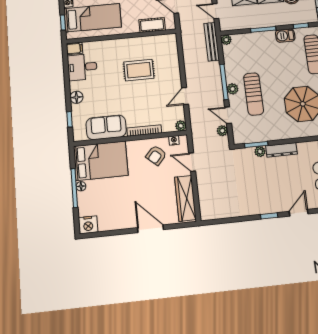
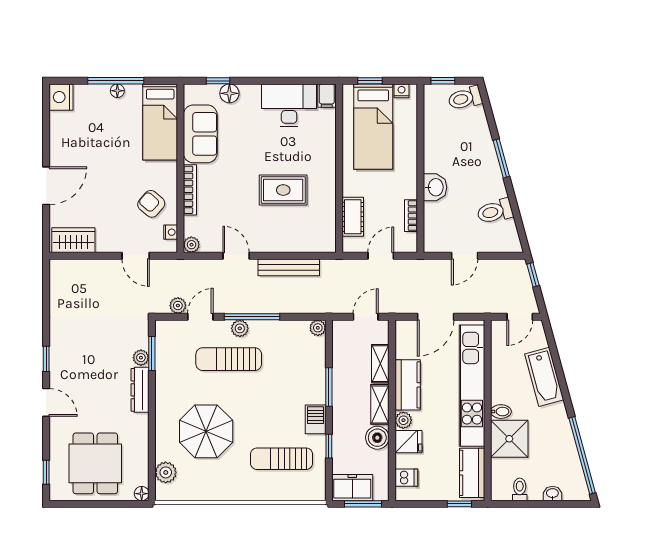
bench: (212, 42) -> (289, 267), moved
desk: (82, 67) -> (289, 105), width x1.37
rug: (139, 70) -> (283, 190), turned 90
floor lamp: (76, 97) -> (229, 93), moved
bed: (101, 161) -> (160, 122), width x0.67
door: (192, 162) -> (136, 256), swing flipped
wardrobe: (185, 198) -> (73, 240), width x0.67

